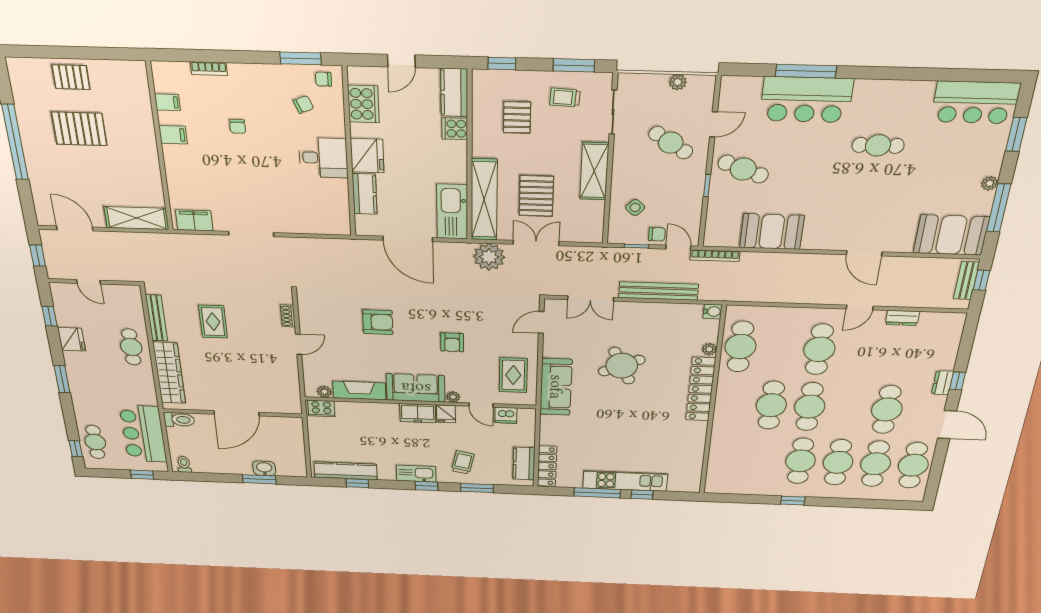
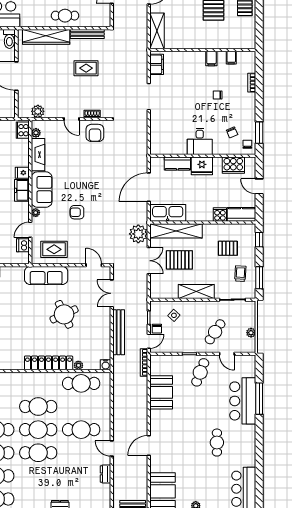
armchair: (378, 322) -> (95, 133), moved
plant: (290, 388) -> (38, 111), added
cafe table: (887, 409) -> (38, 453), moved
fridge: (446, 414) -> (22, 173), moved

